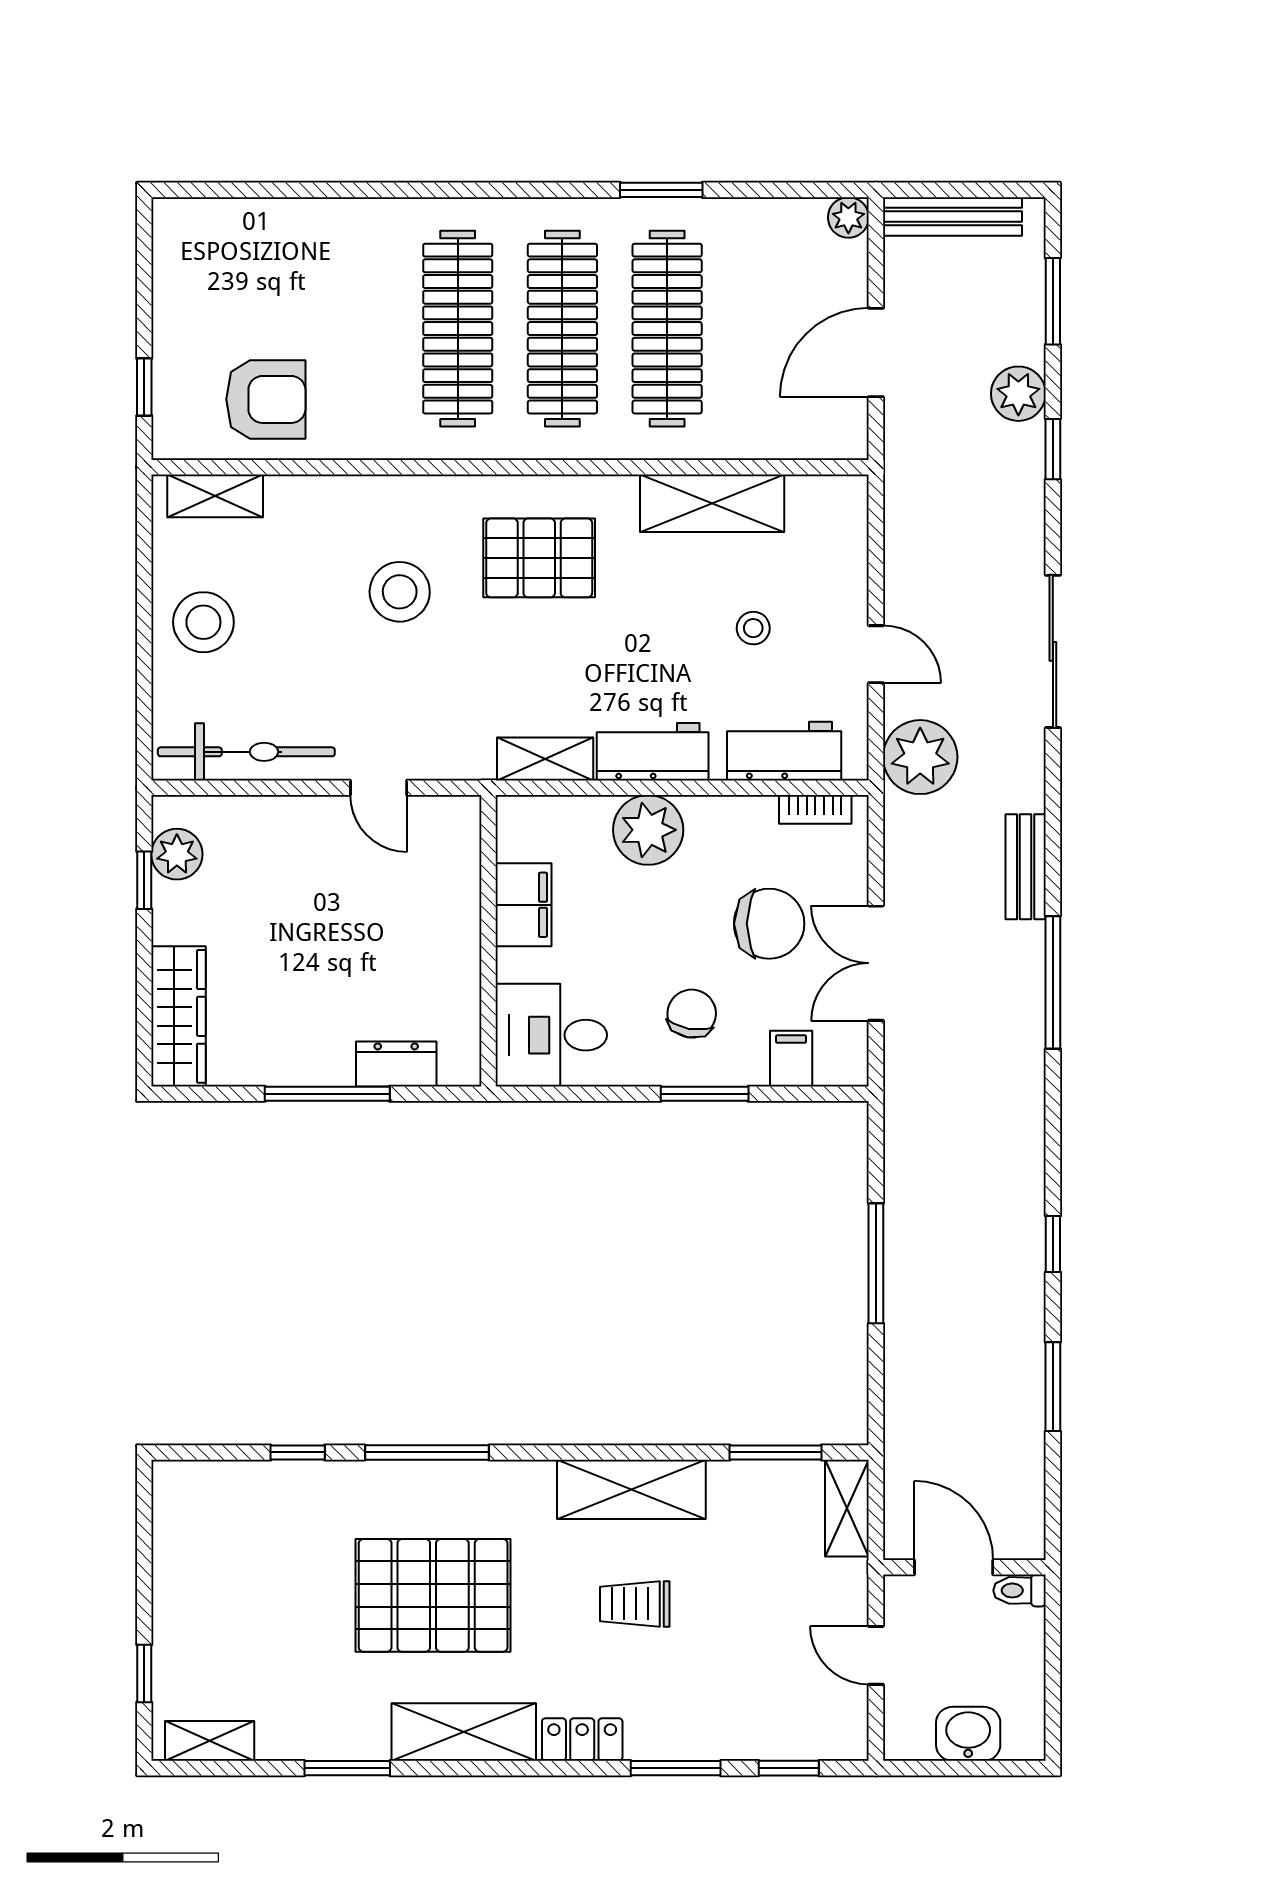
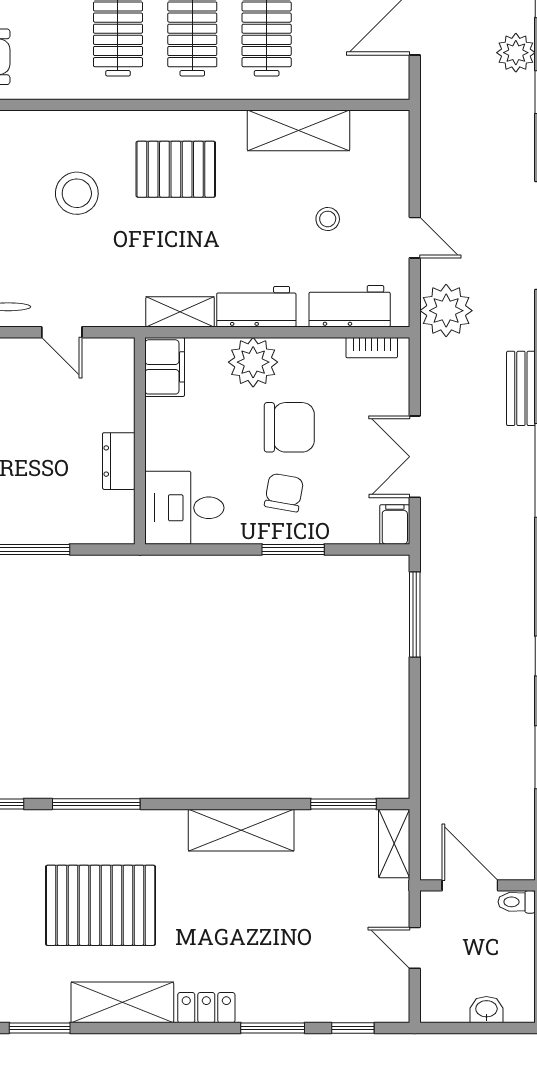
filing cabinet: (524, 905) -> (165, 367), moved
chair: (769, 924) -> (289, 427), moved
filing cabinet: (791, 1059) -> (395, 524), moved
dresser: (396, 1064) -> (119, 461), moved, turned -90
window: (876, 1263) -> (415, 614), moved
trolley: (635, 1604) -> (244, 911), removed
washbasin: (968, 1734) -> (486, 1010), width x0.72, depth x0.69

